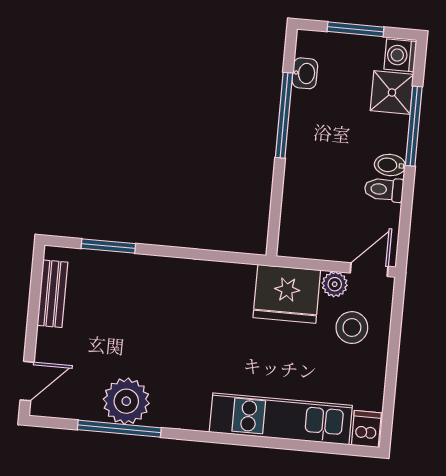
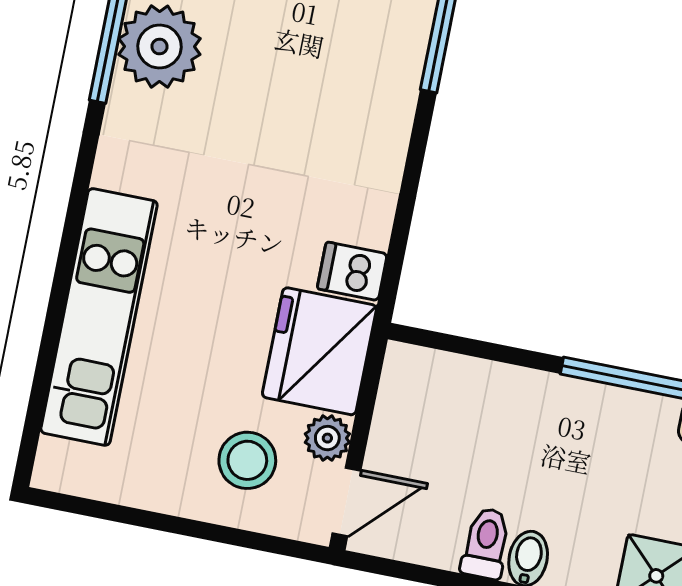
door: (369, 270) -> (346, 502), hinge flipped
dishwasher: (366, 429) -> (352, 271), moved, turned 180

